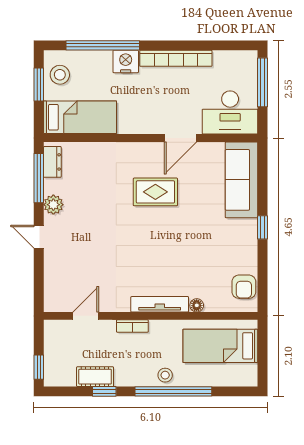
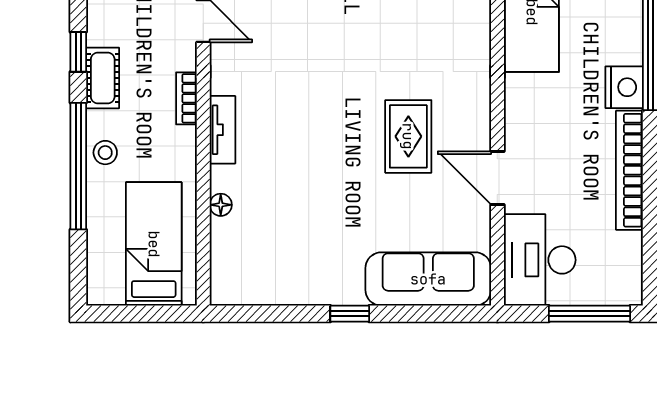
armchair: (244, 287) -> (251, 283), removed
tv unit: (160, 304) -> (222, 130), width x0.71
cot: (95, 377) -> (103, 78), moved

